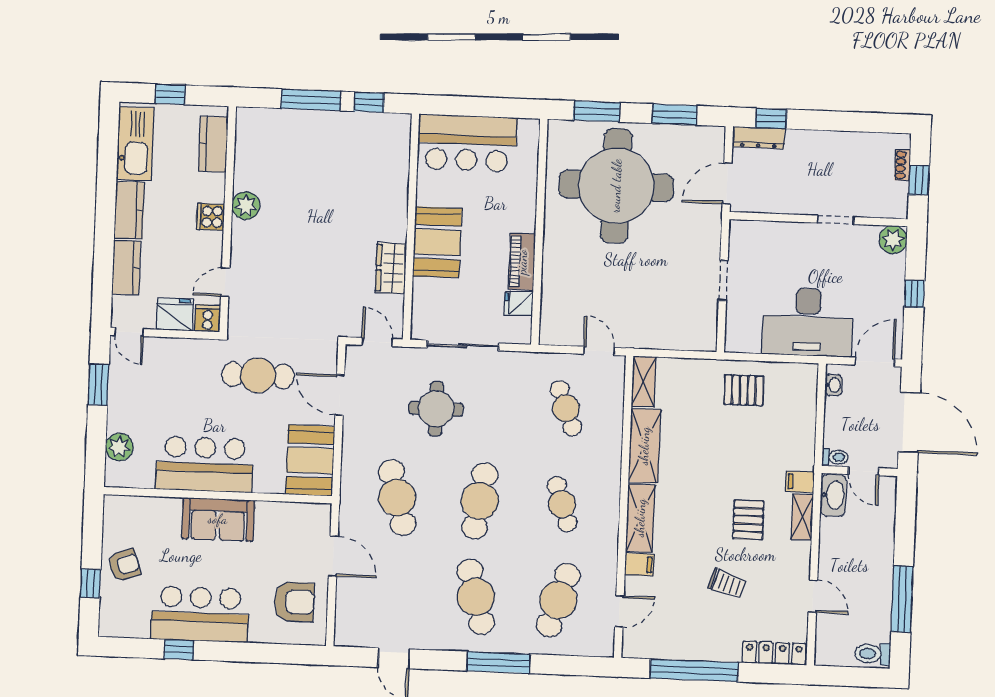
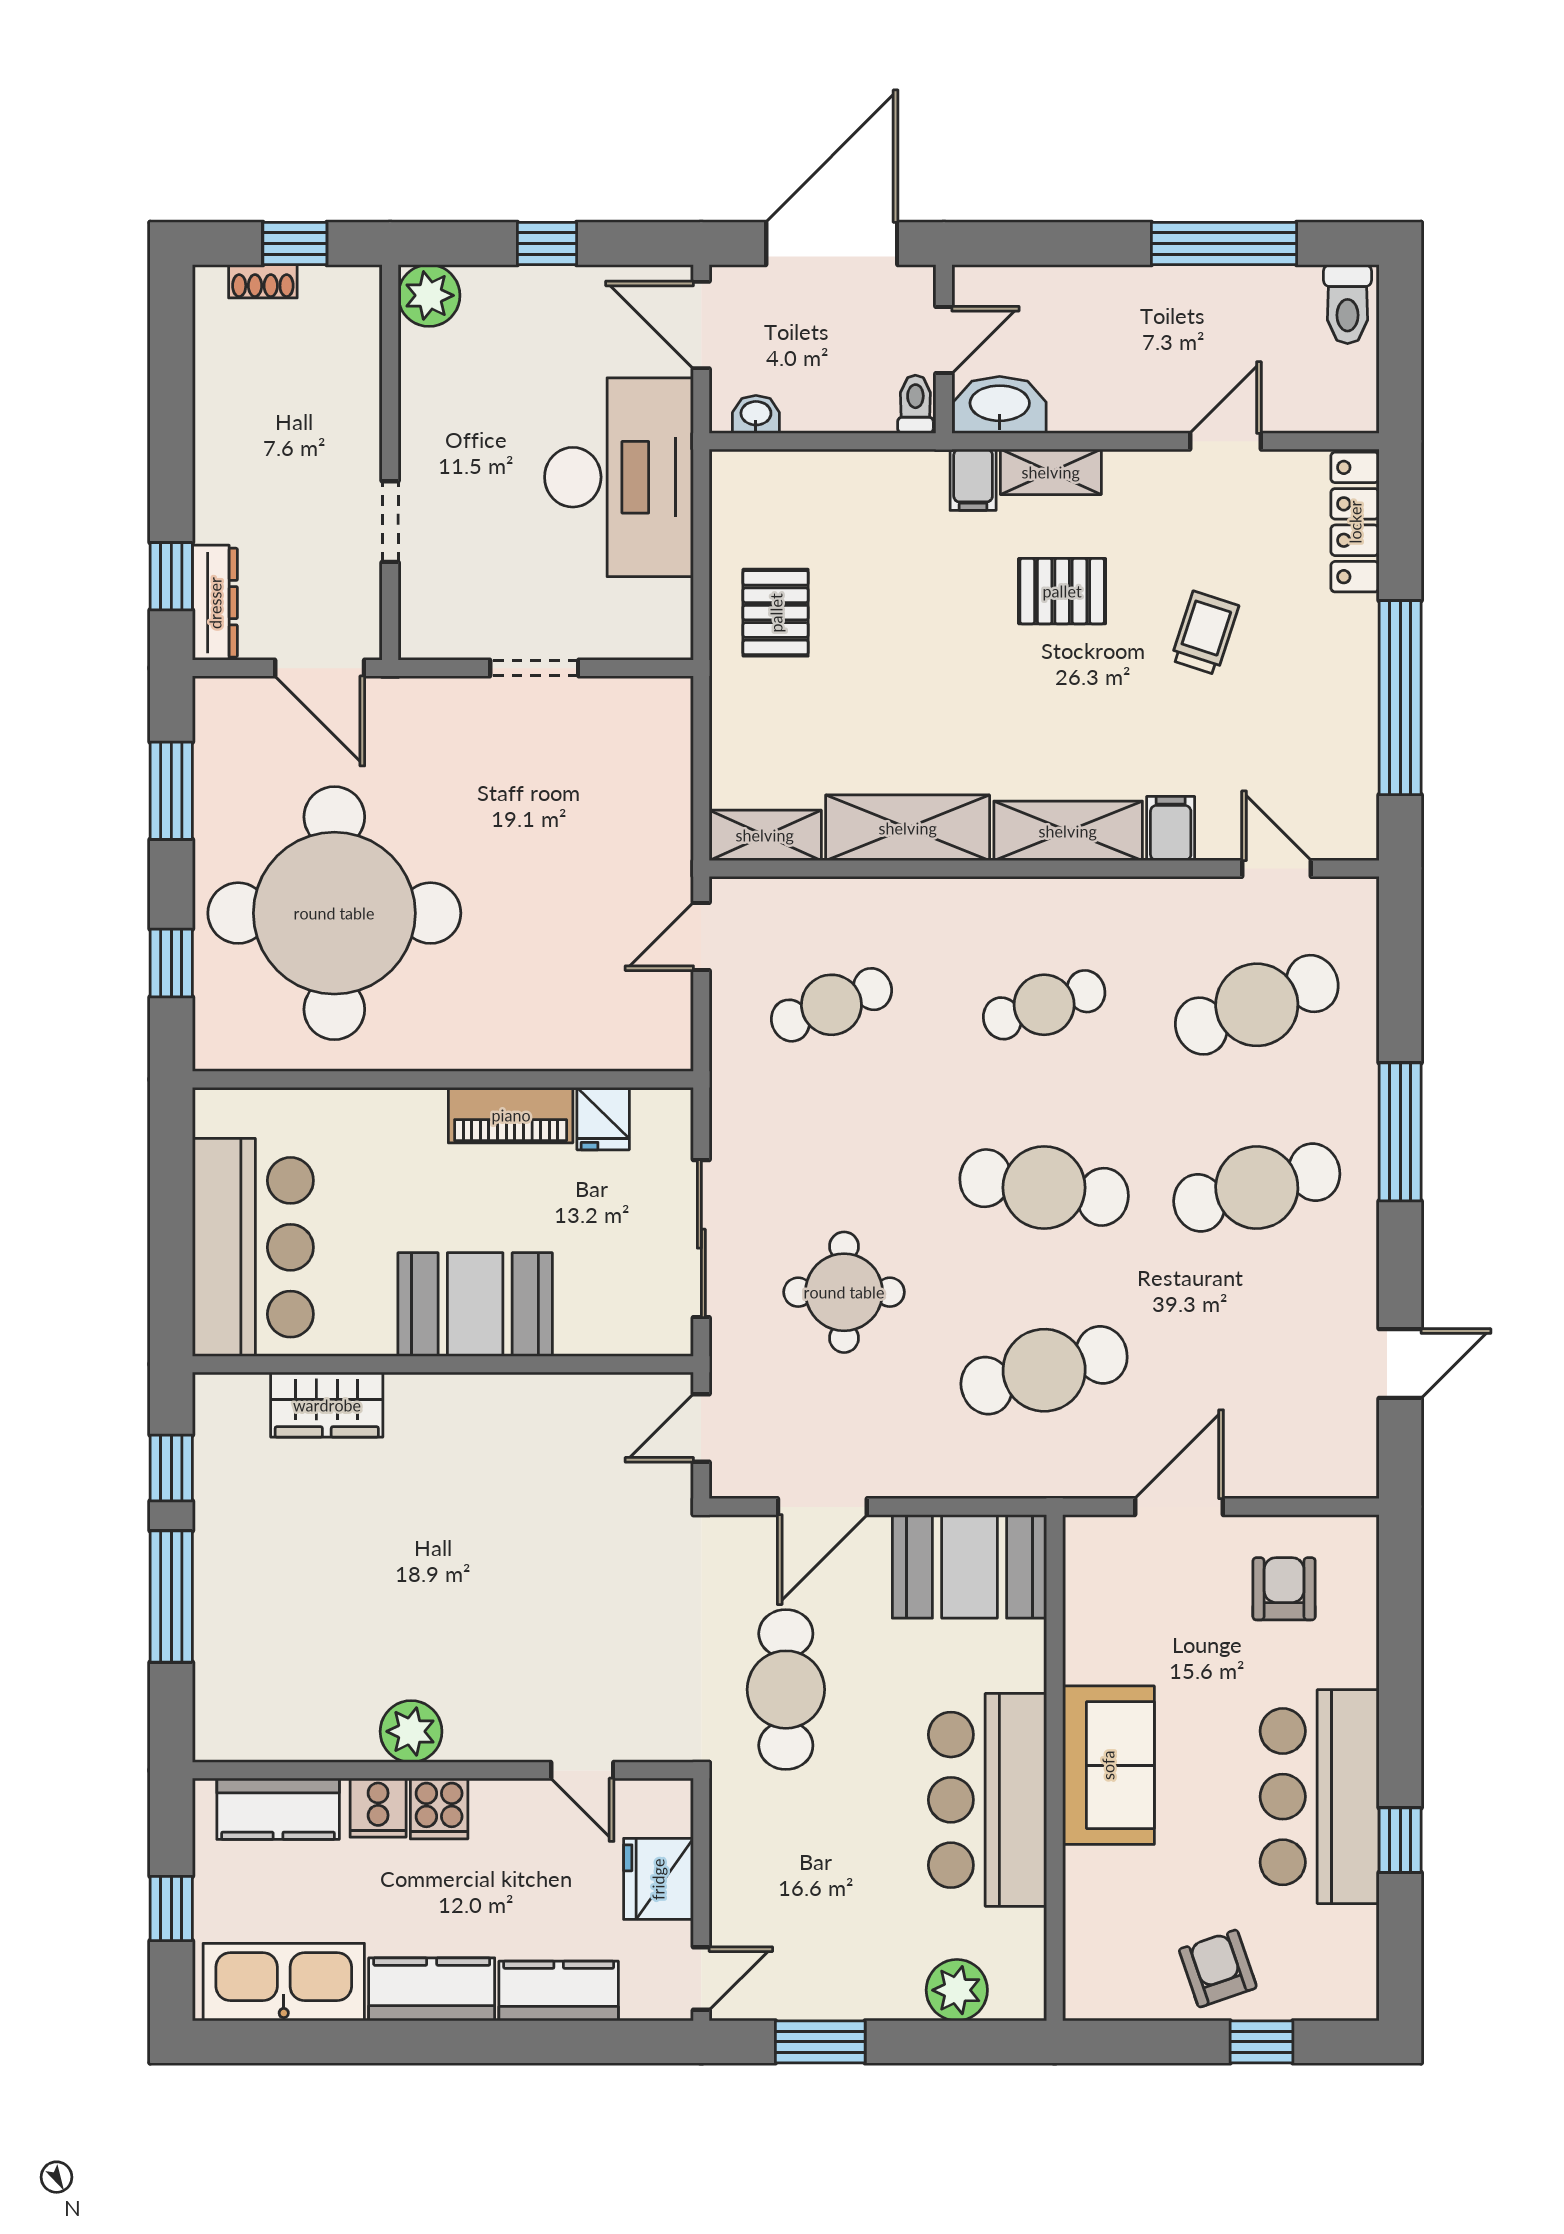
window: (597, 111) -> (171, 963), width x0.67
doorway: (836, 220) -> (390, 522), moved
wardrobe: (391, 268) -> (327, 1405), moved
cooker: (208, 318) -> (378, 1808), moved, turned -90
cafe table: (558, 600) -> (1257, 1005), turned -39
armchair: (294, 602) -> (1284, 1589), width x0.72, depth x0.72

